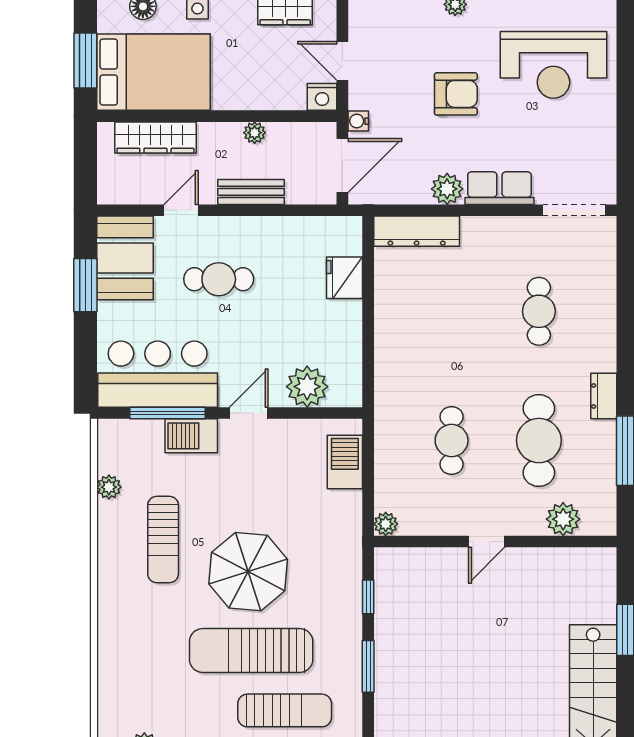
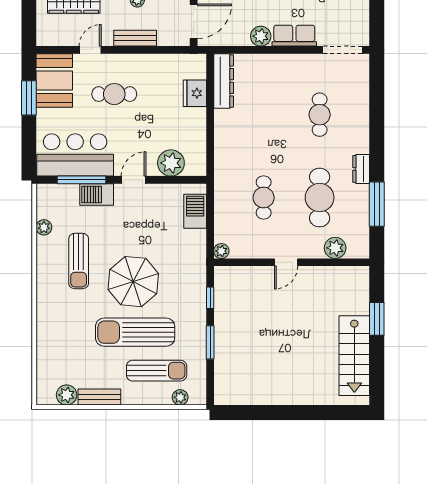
dresser: (417, 231) -> (224, 81), moved, turned -90

